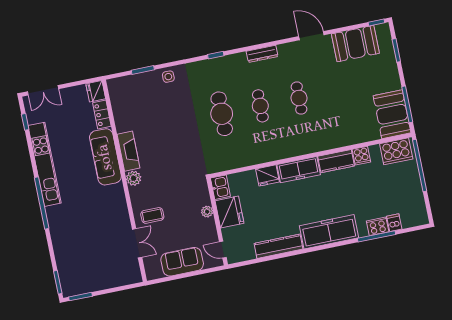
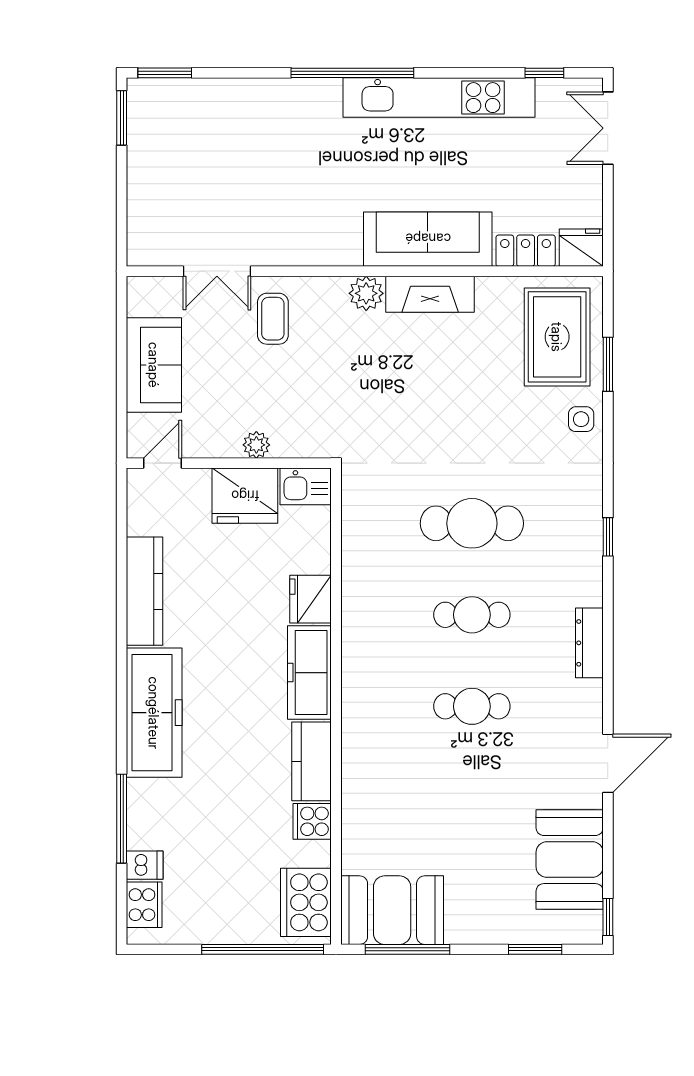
rug: (136, 94) -> (557, 337), added
cooker: (378, 226) -> (144, 905), moved

